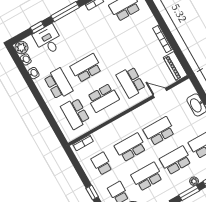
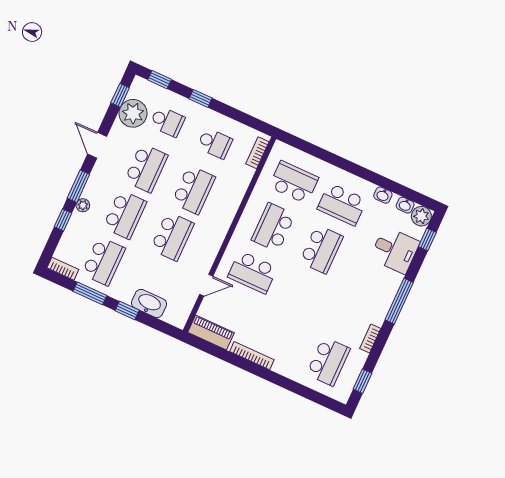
window: (37, 27) -> (427, 239), moved
school desk: (131, 82) -> (253, 272), turned 180

